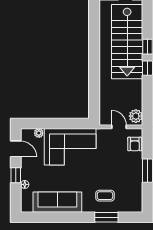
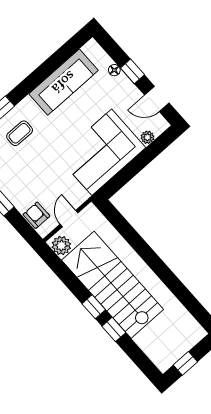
stairs: (127, 42) -> (113, 285), moved
door: (119, 127) -> (69, 219), swing flipped

